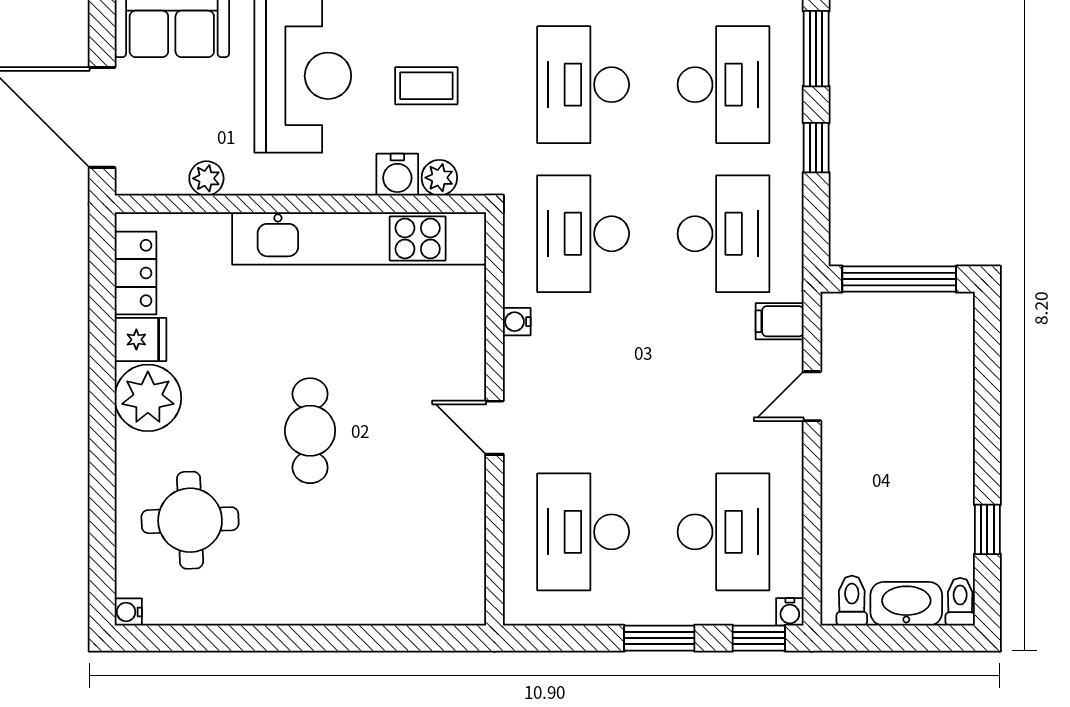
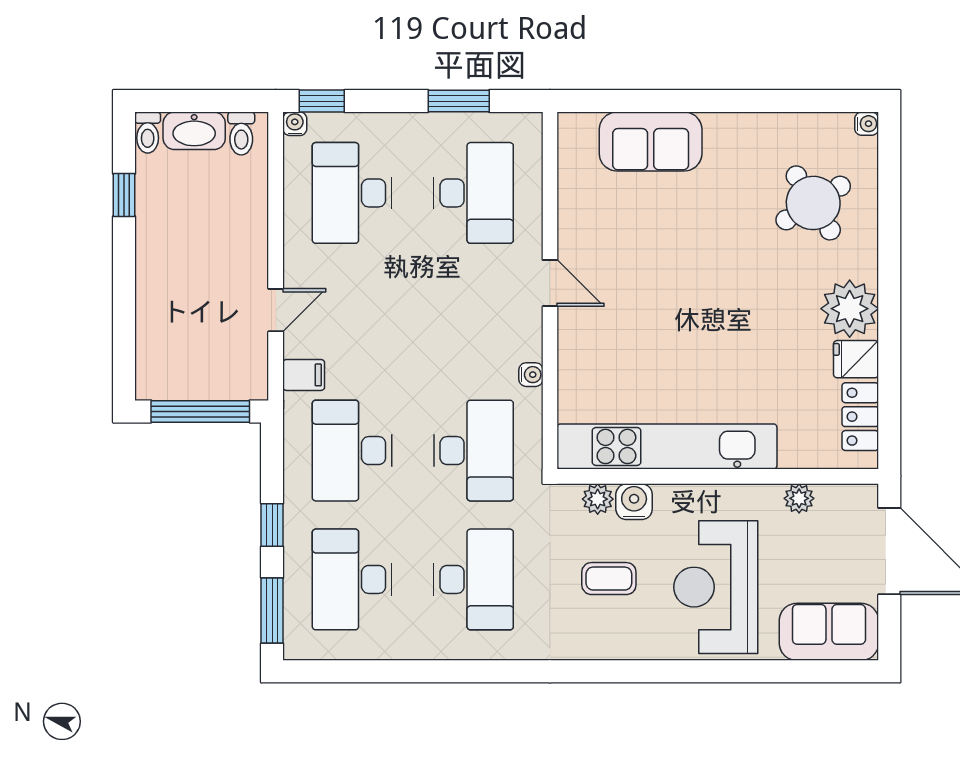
cafe table: (310, 431) -> (709, 280), removed
round table: (190, 520) -> (813, 203), turned -30
sofa: (378, 591) -> (651, 141), added
window: (659, 638) -> (459, 101), moved

